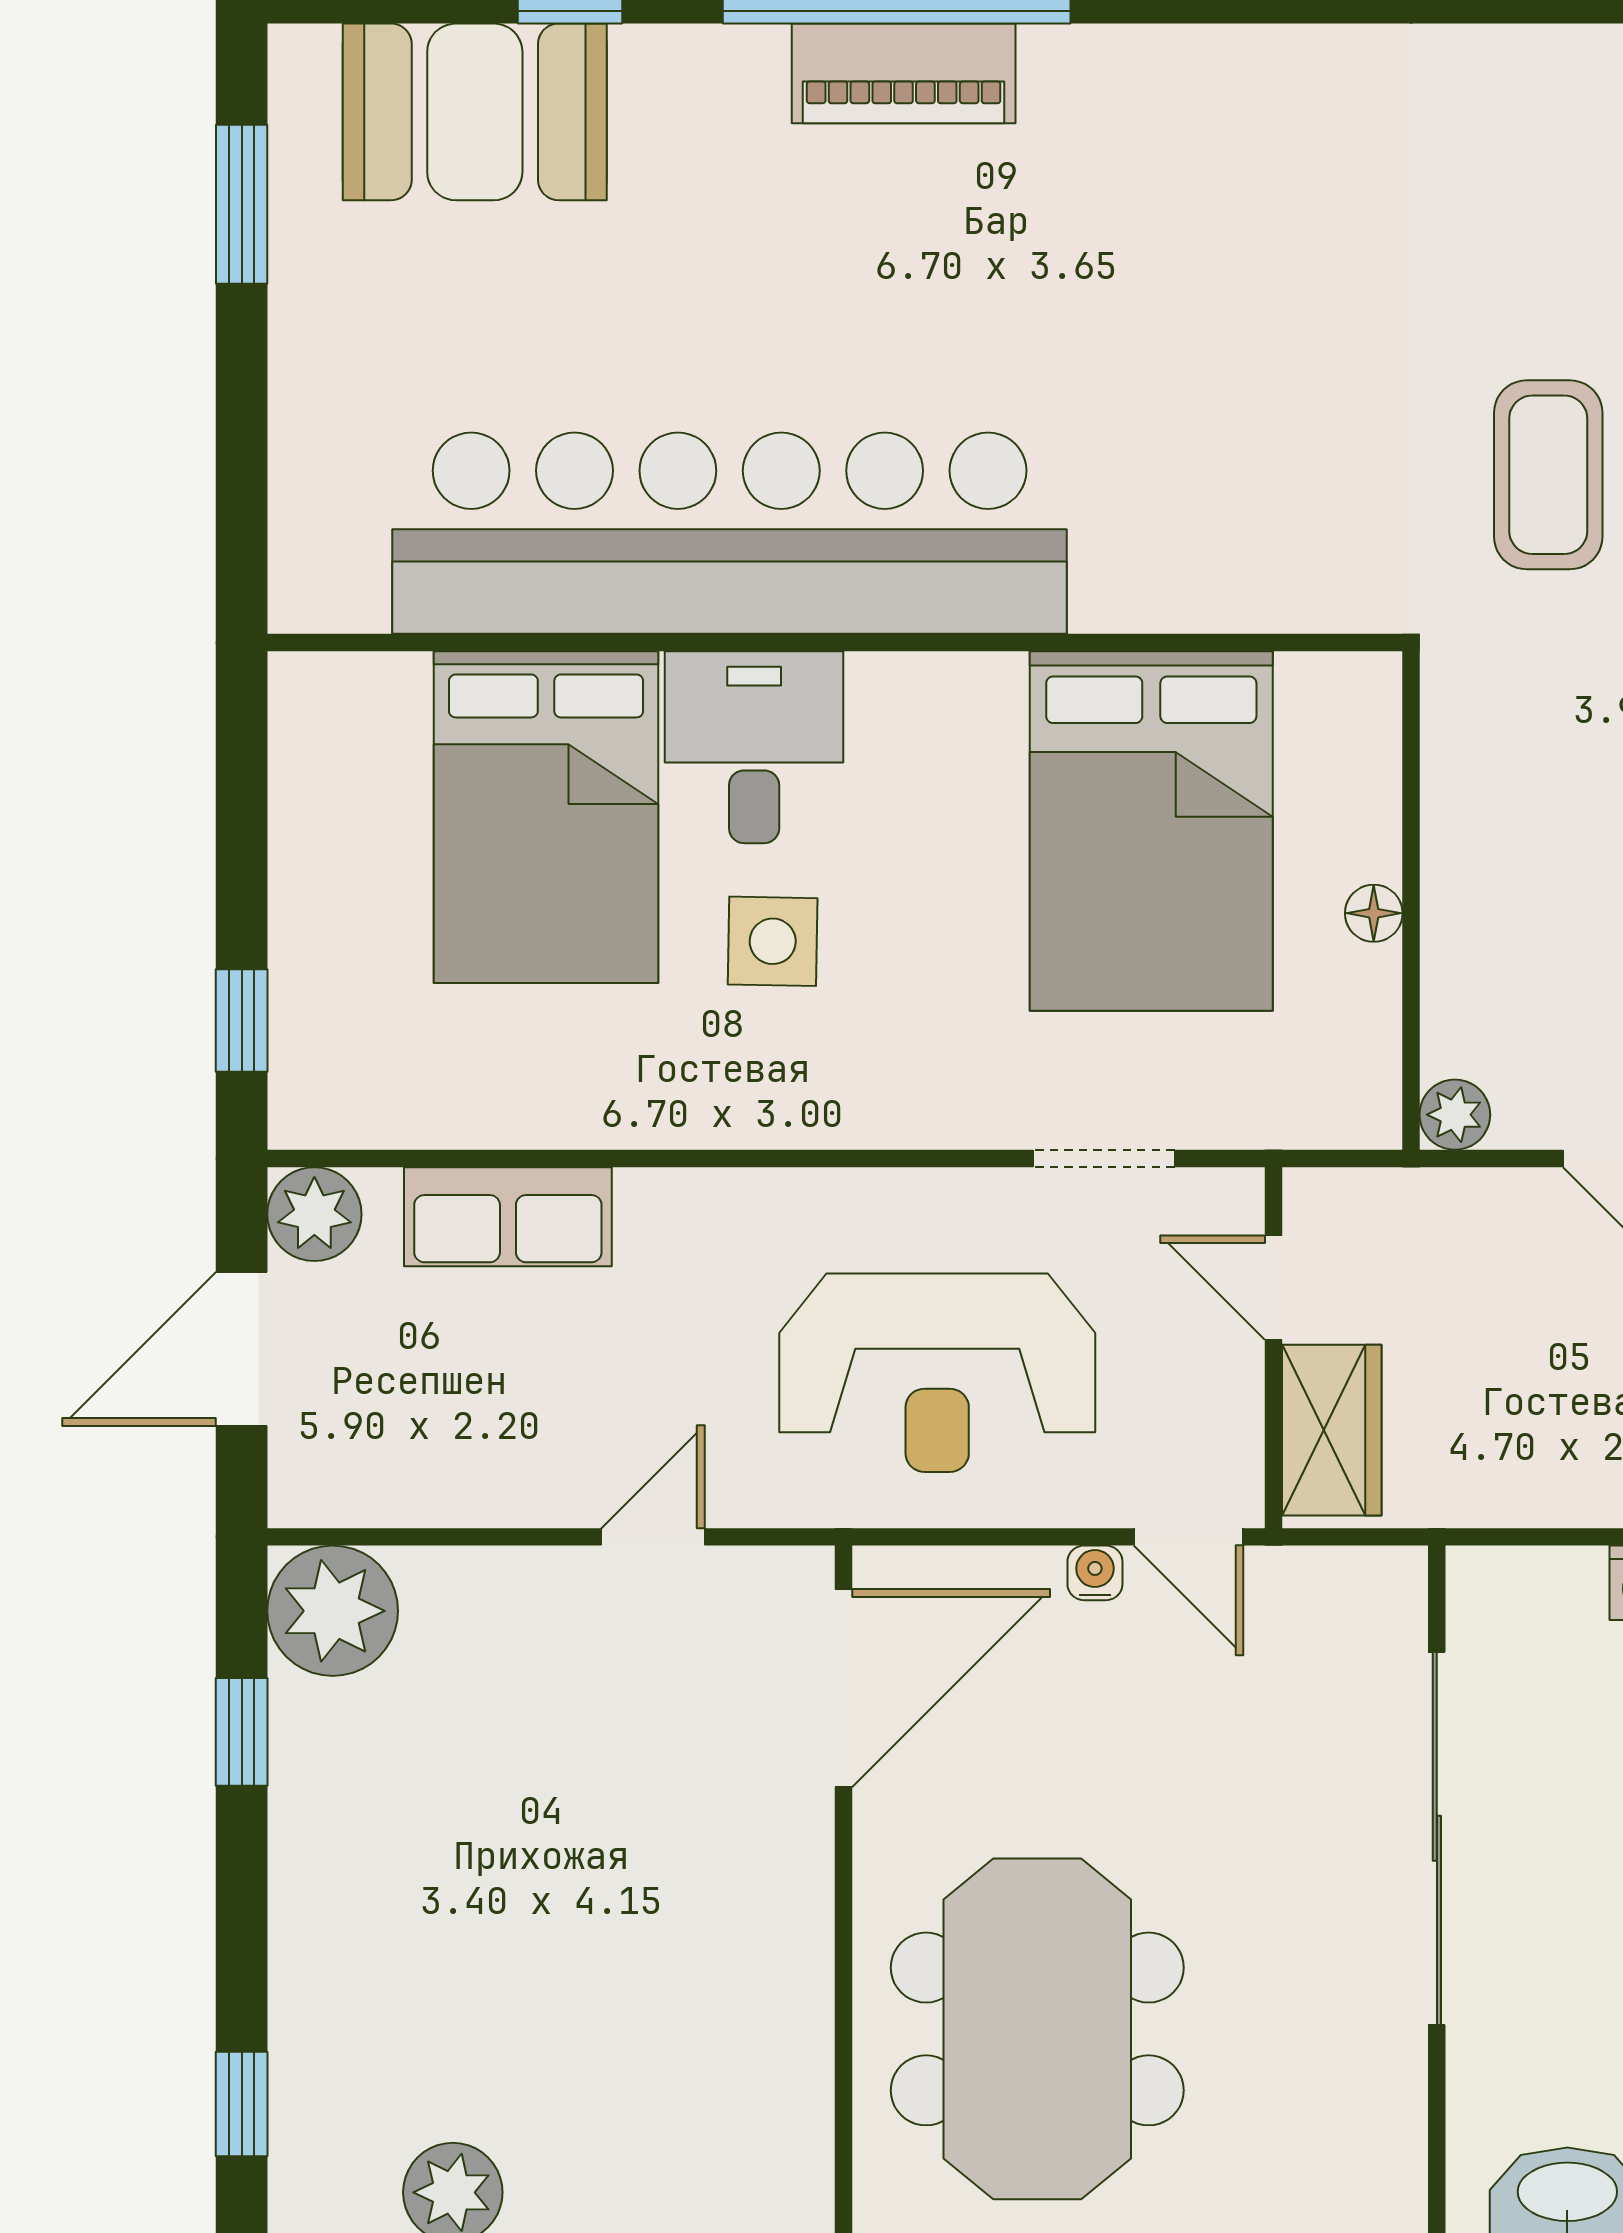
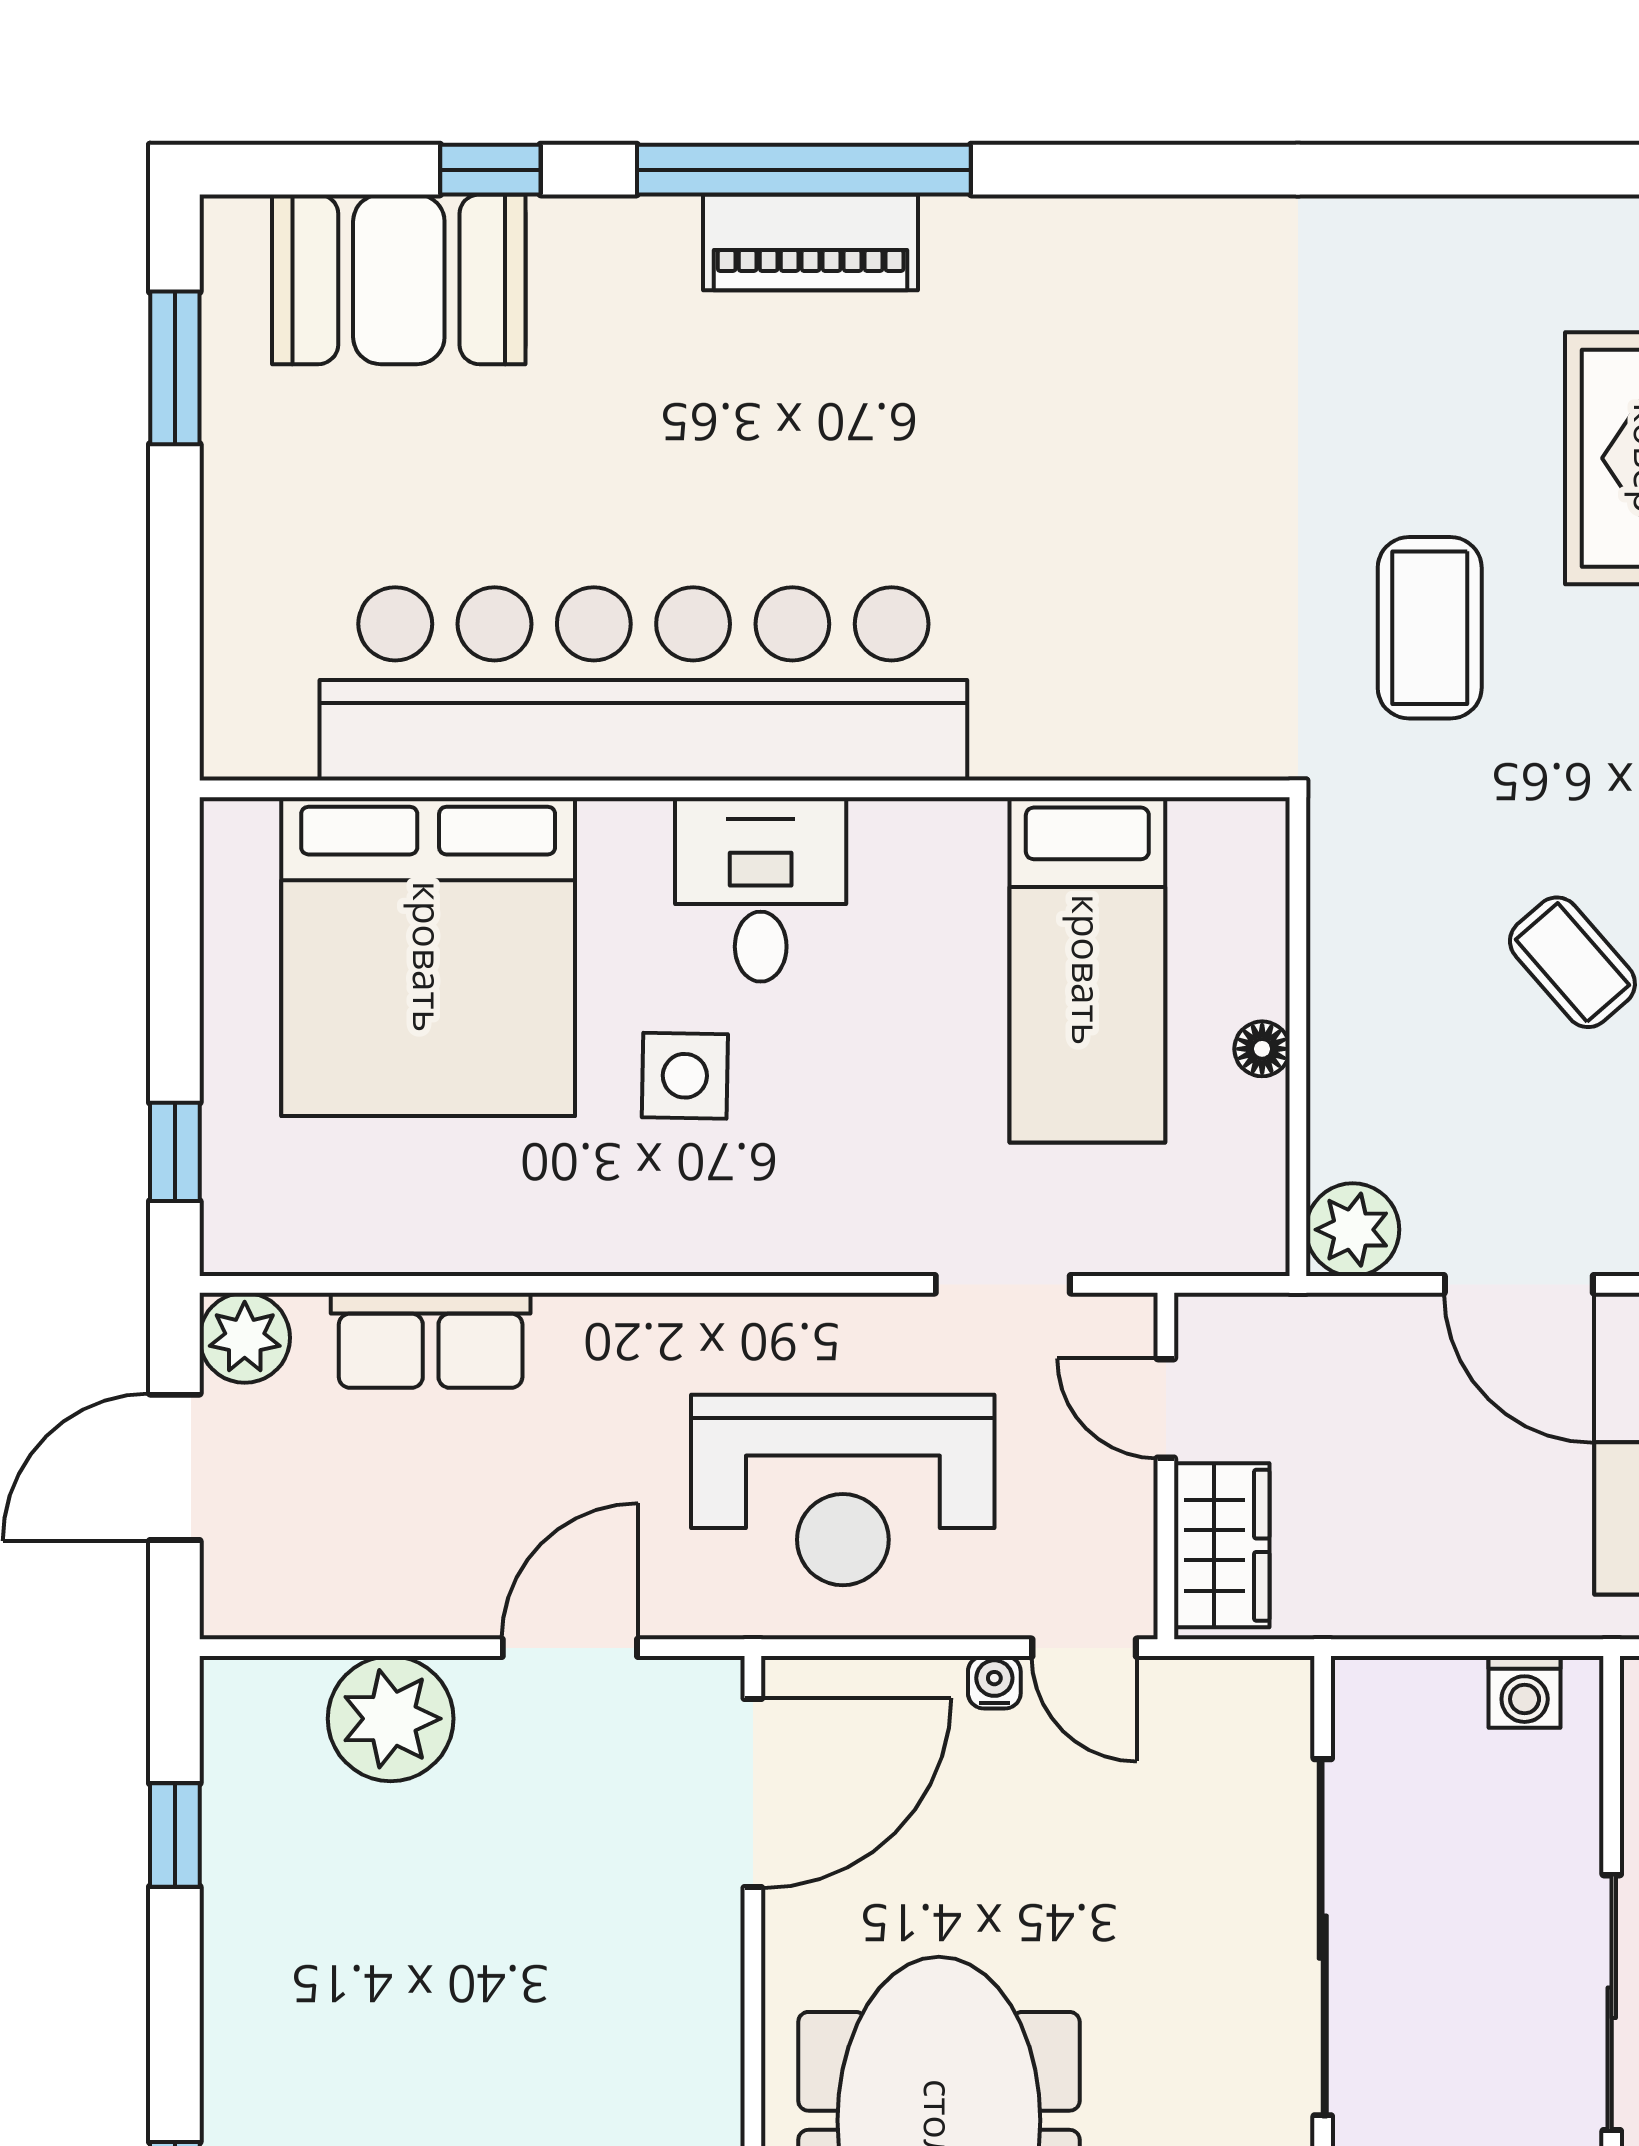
desk: (754, 747) -> (761, 889), moved
bed: (546, 817) -> (428, 957), width x1.36
bed: (1151, 831) -> (1087, 970), width x0.67
plant: (1455, 1115) -> (1353, 1230), width x1.38, depth x1.38
door: (653, 1537) -> (570, 1648), width x1.38
plant: (333, 1611) -> (391, 1719), moved

